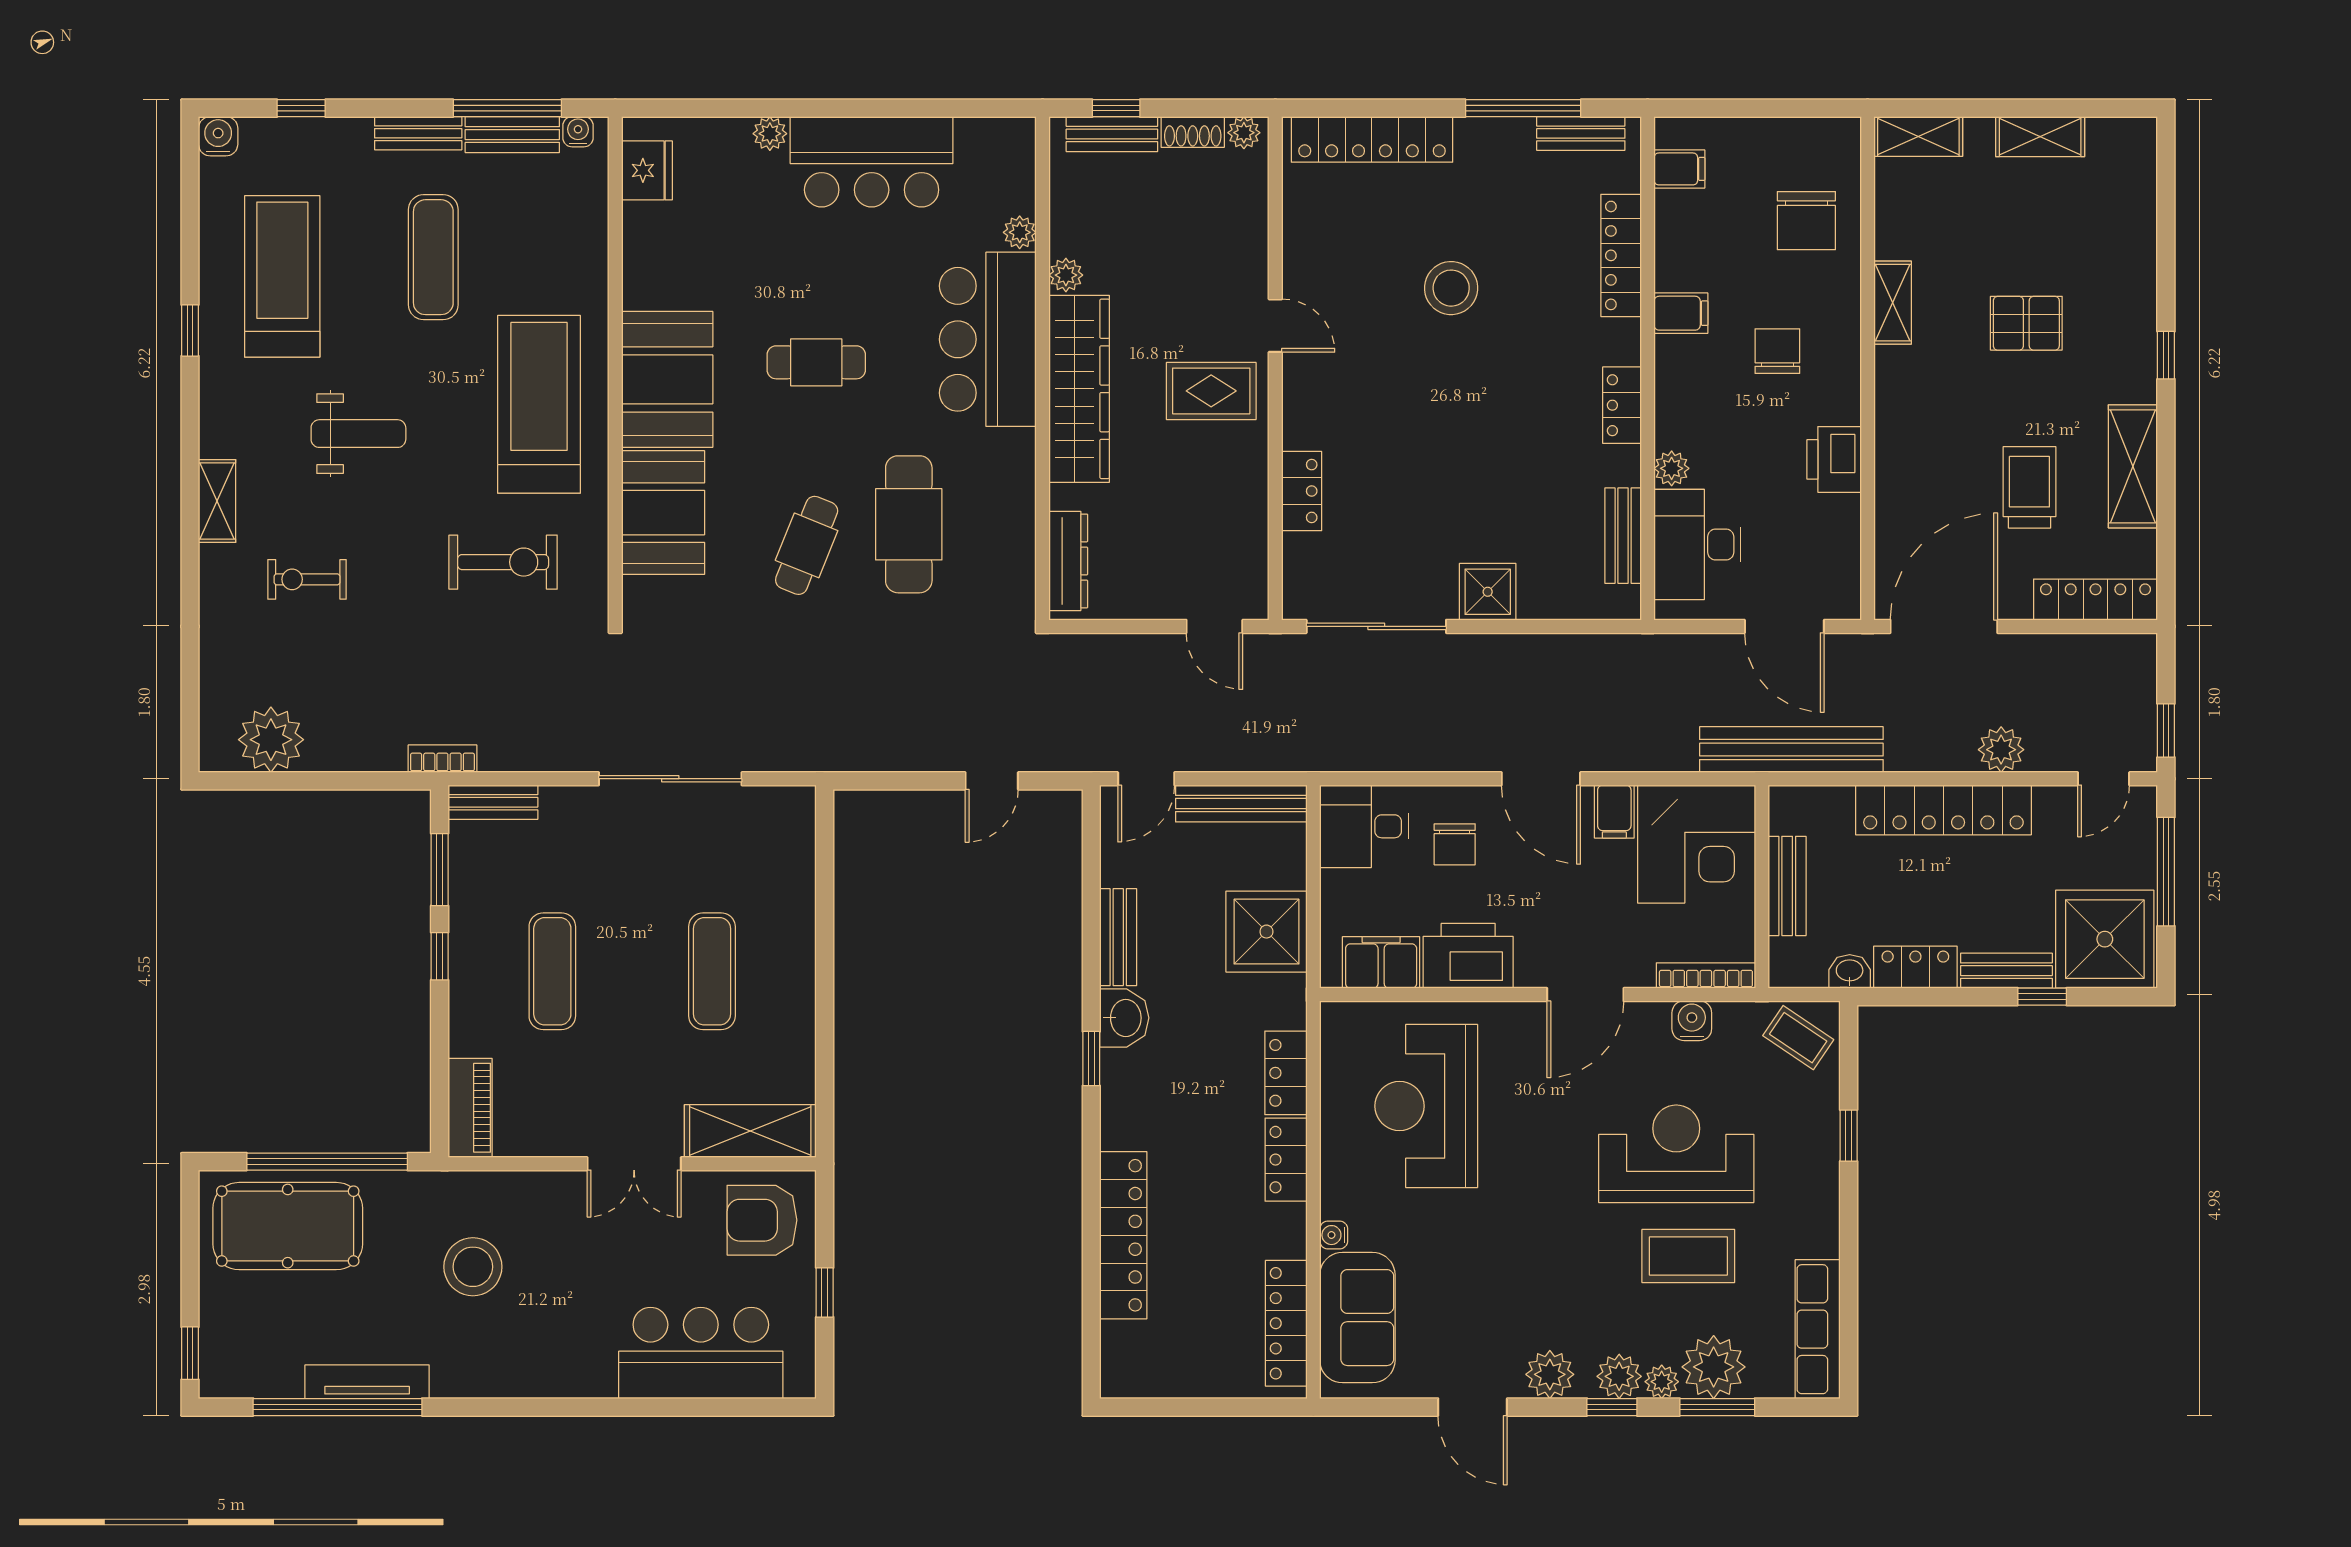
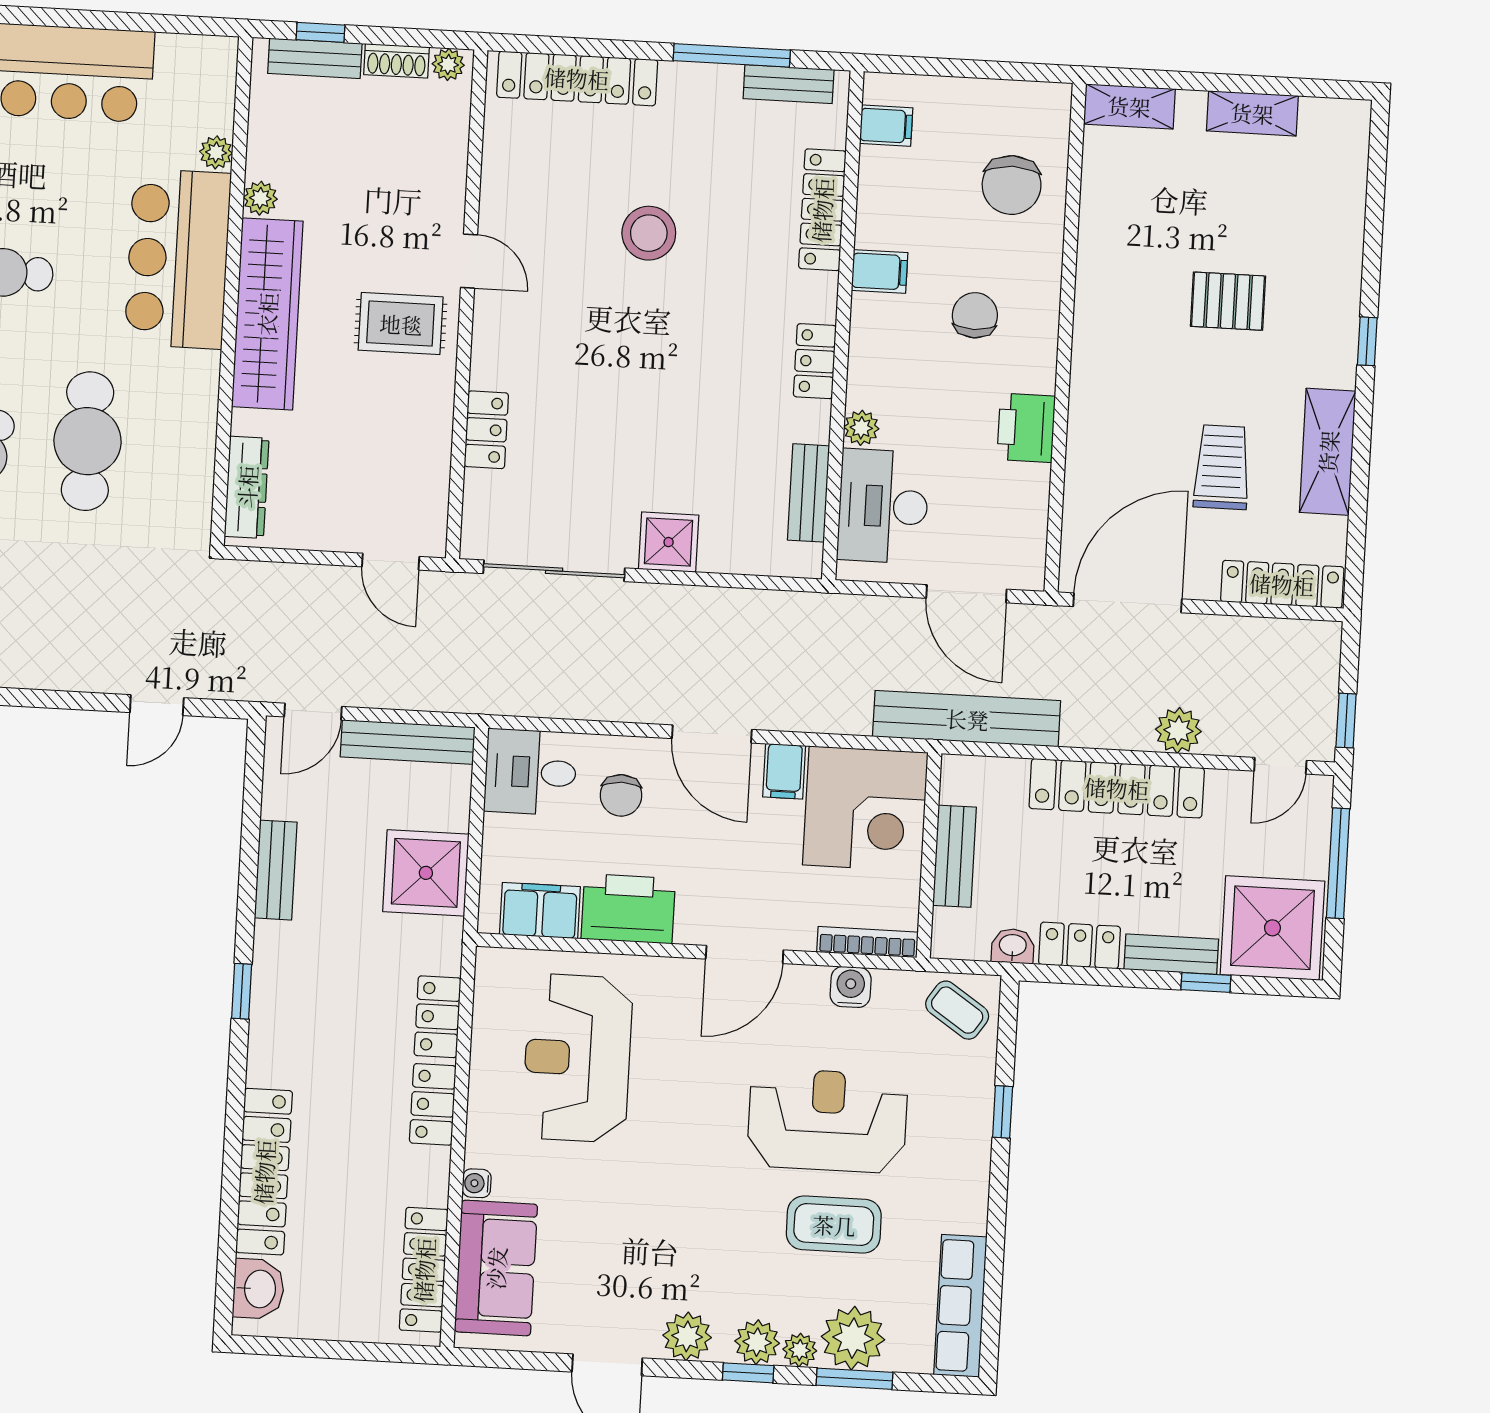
shelving: (1893, 303) -> (1094, 273), removed
washbasin: (1124, 1018) -> (259, 1289), moved

